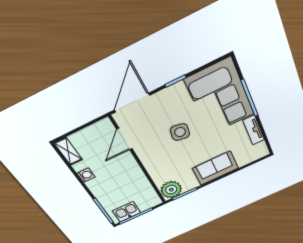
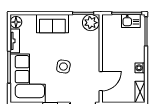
floor lamp: (260, 149) -> (16, 22), added

